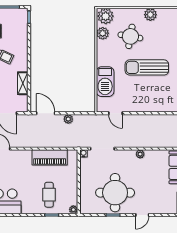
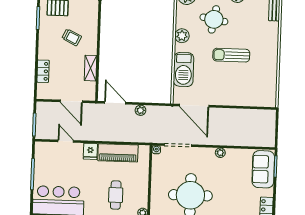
plant: (103, 33) -> (182, 36), moved
sun lounger: (147, 67) -> (231, 55), width x0.73, depth x0.75
door: (116, 113) -> (194, 106), width x1.87
fridge: (25, 157) -> (90, 151), added

